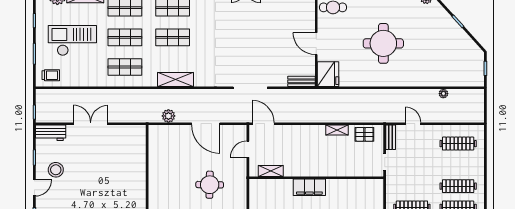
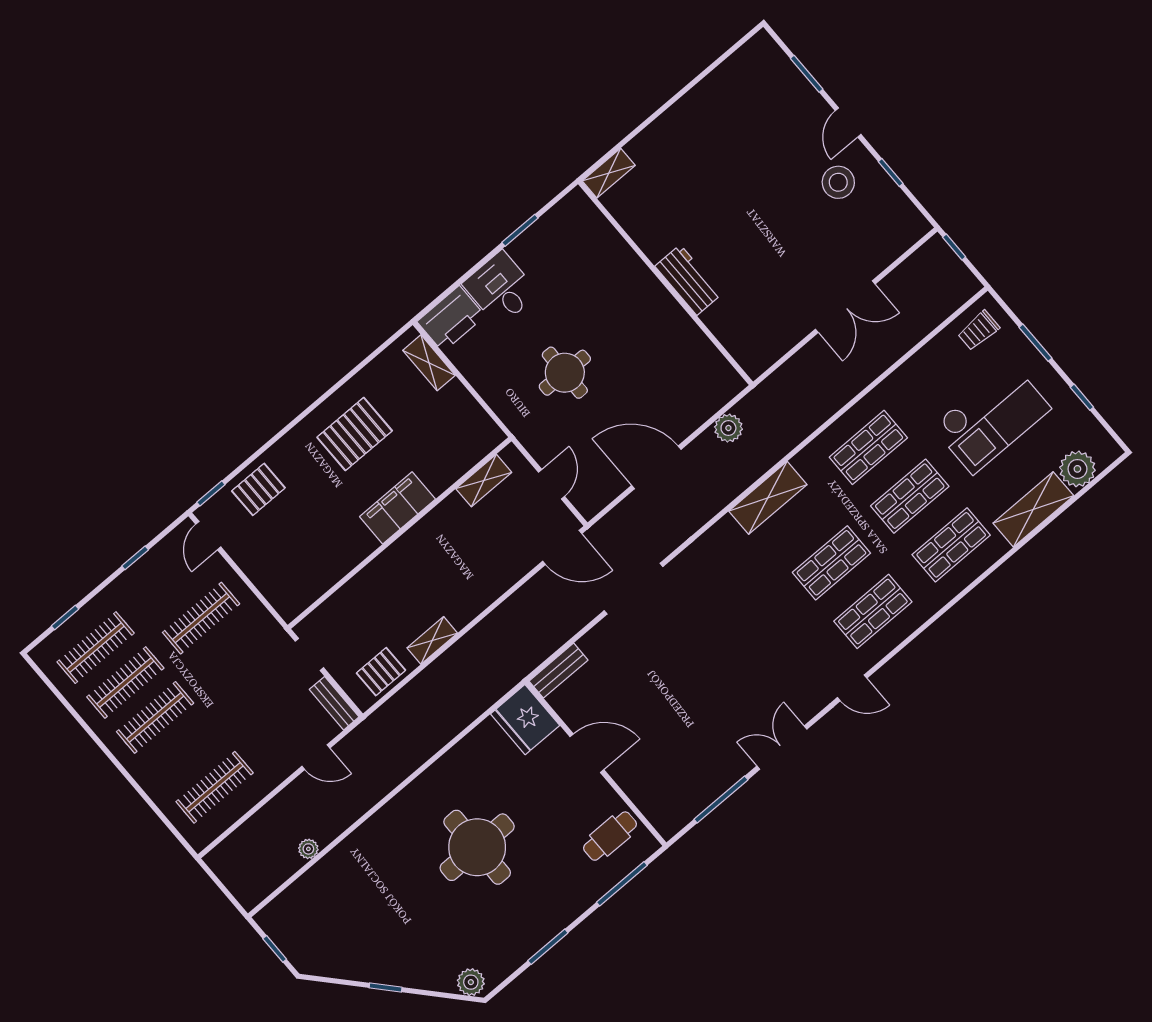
workbench: (51, 133) -> (689, 280), moved, turned 90

